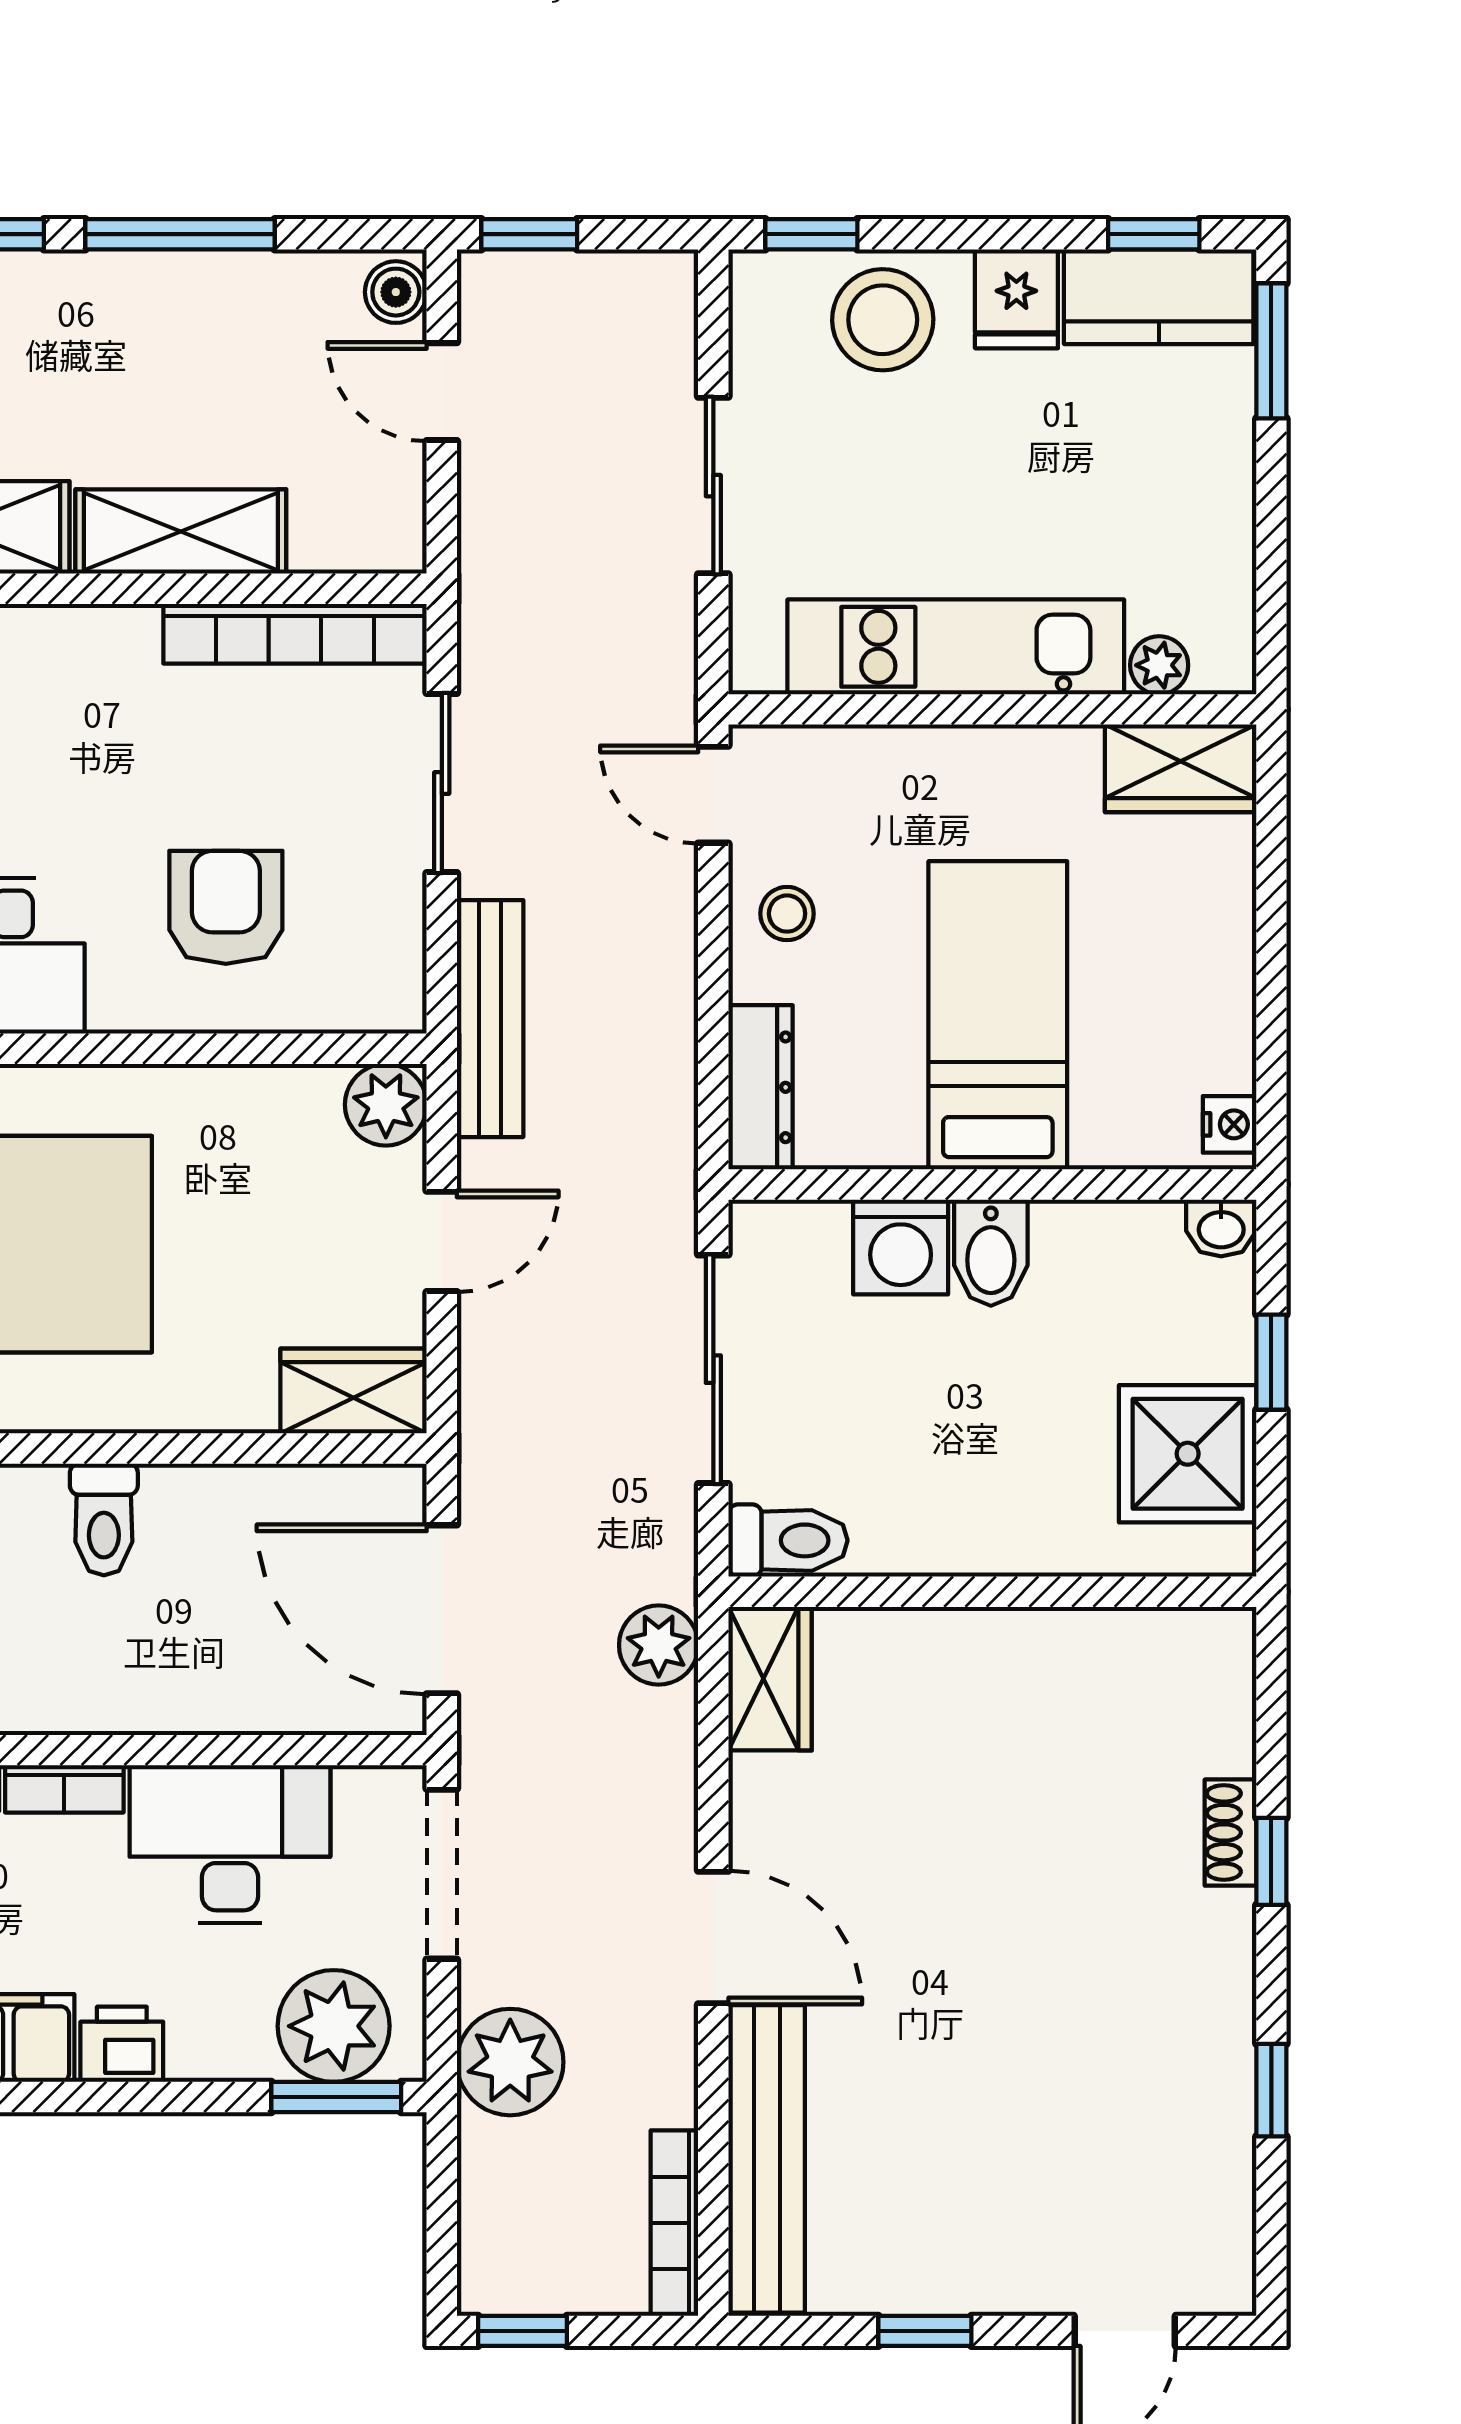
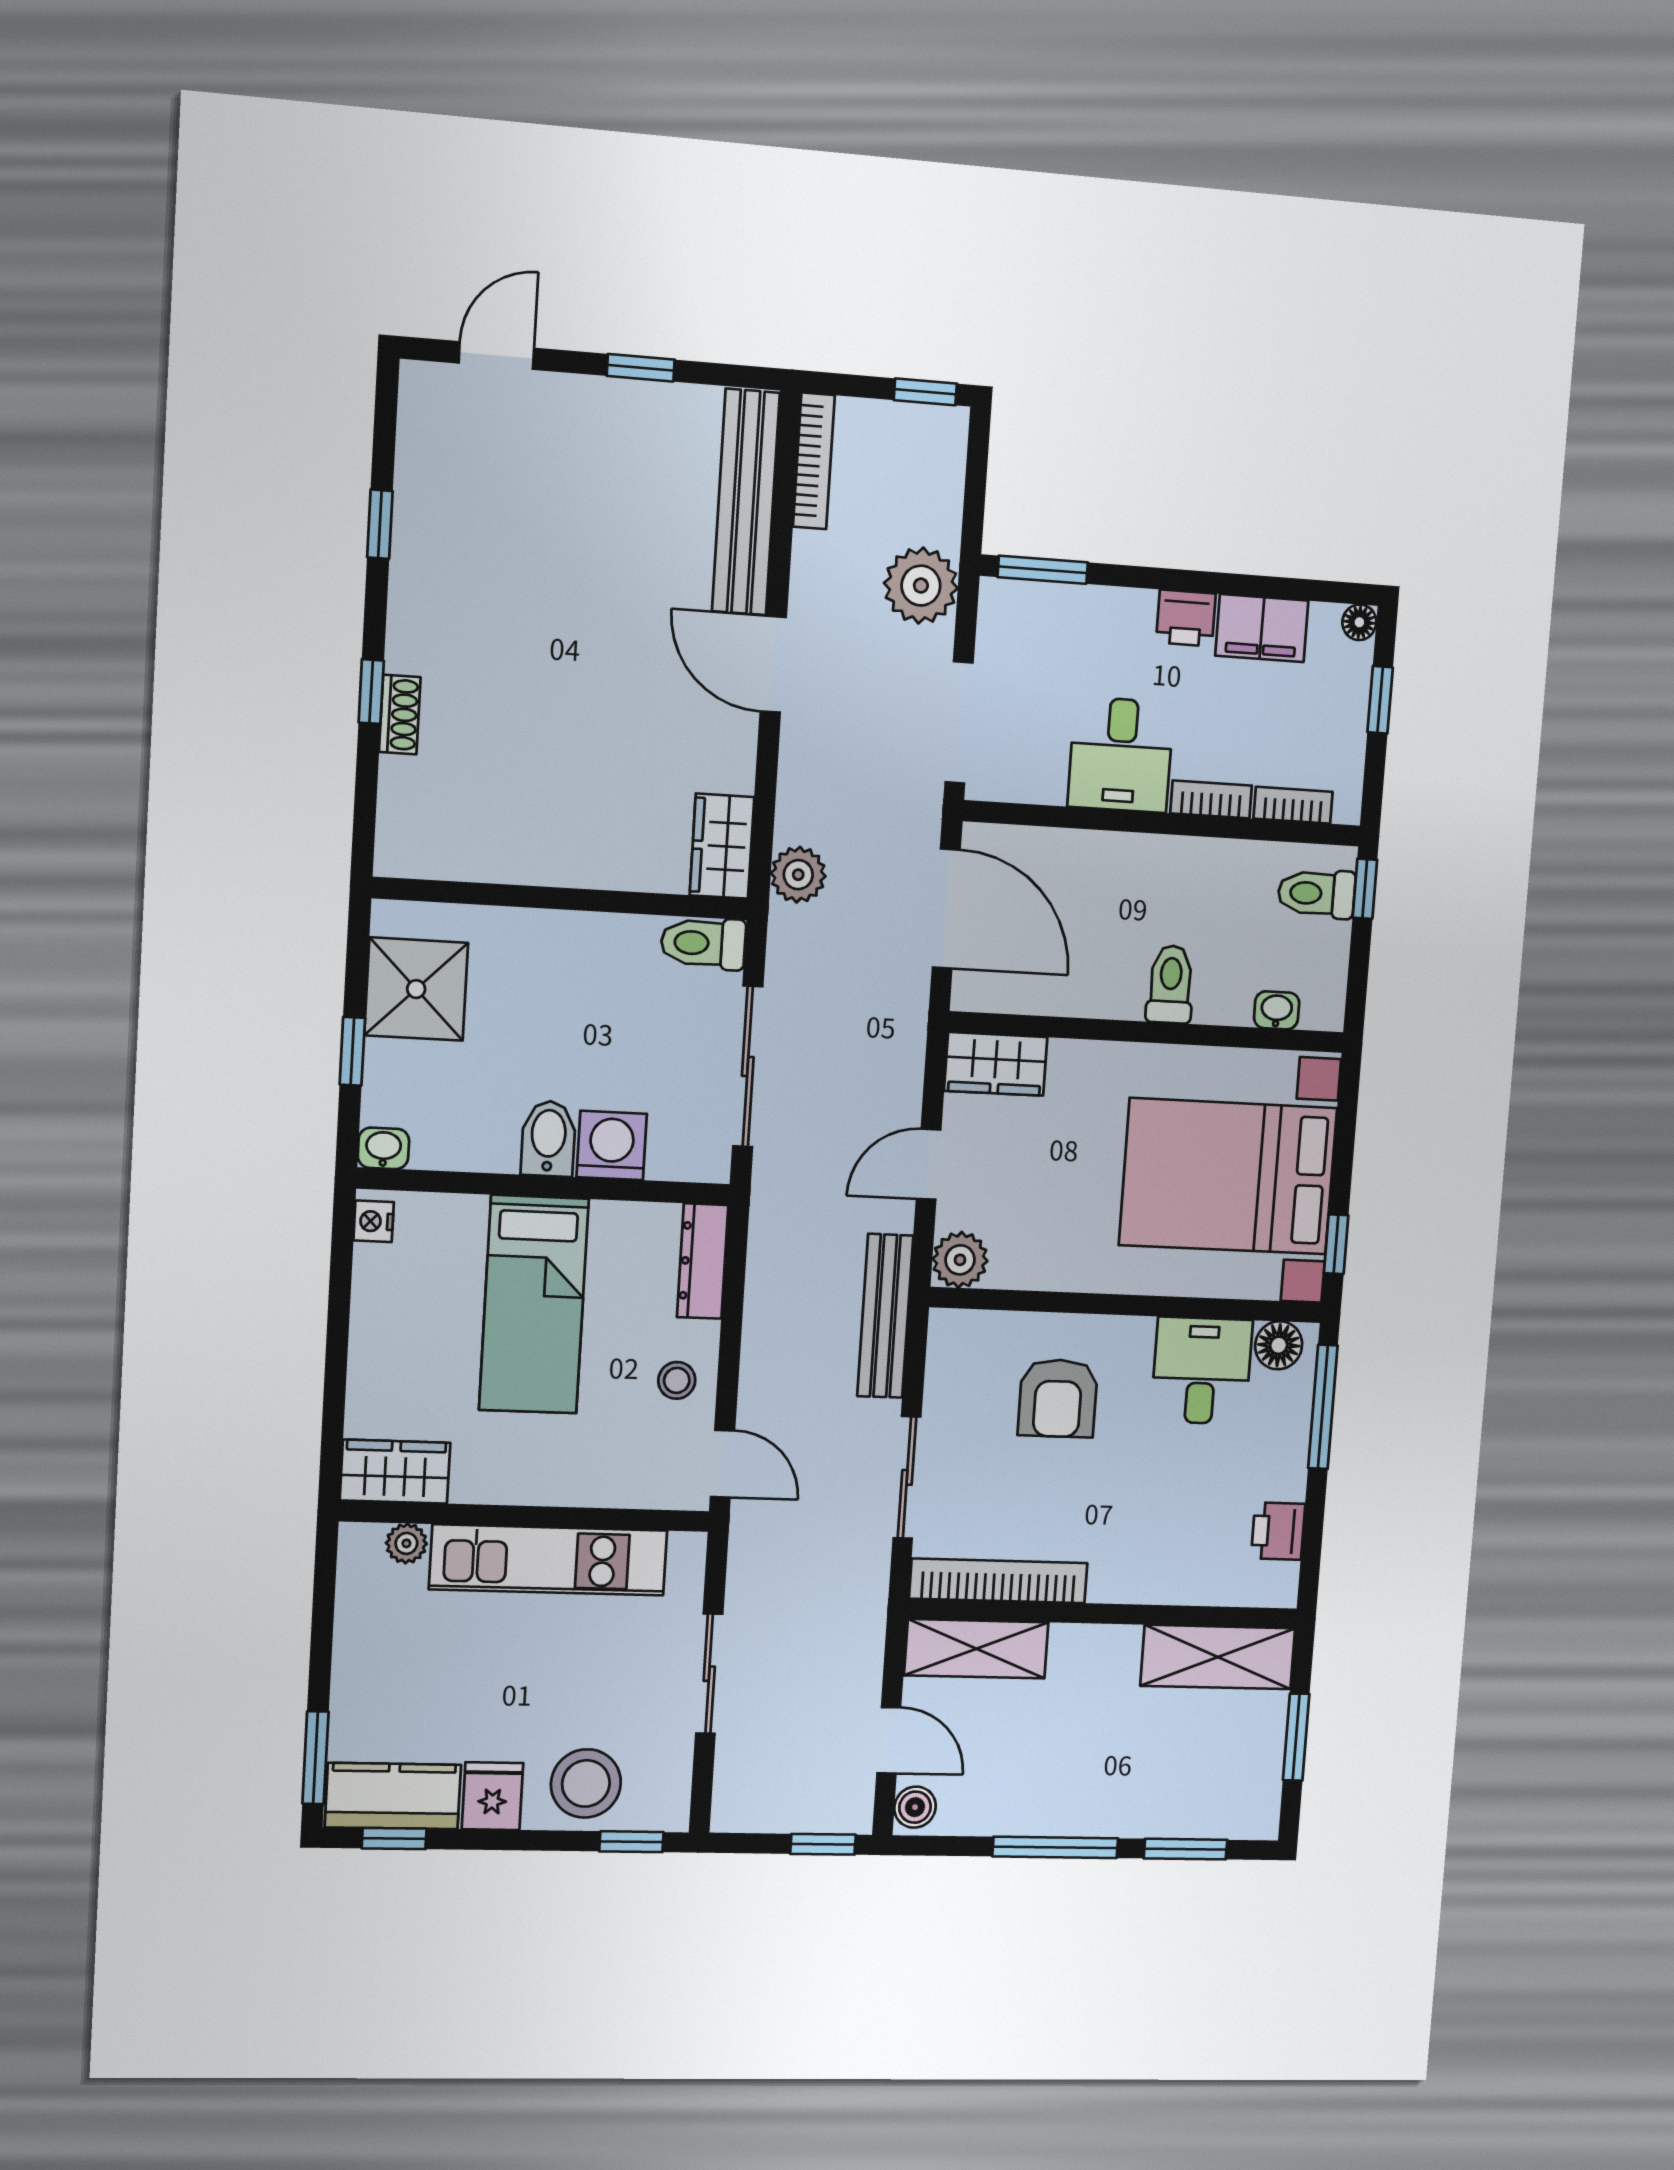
shelving: (181, 531) -> (976, 1649), moved
desk: (230, 1844) -> (1121, 755), width x0.73
plant: (334, 2026) -> (1041, 620), removed

